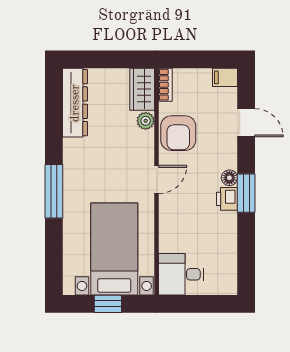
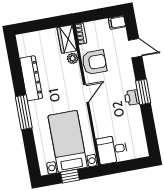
dresser: (75, 103) -> (31, 78), moved
armchair: (178, 133) -> (94, 62), turned -90
floor lamp: (229, 178) -> (131, 84), removed

